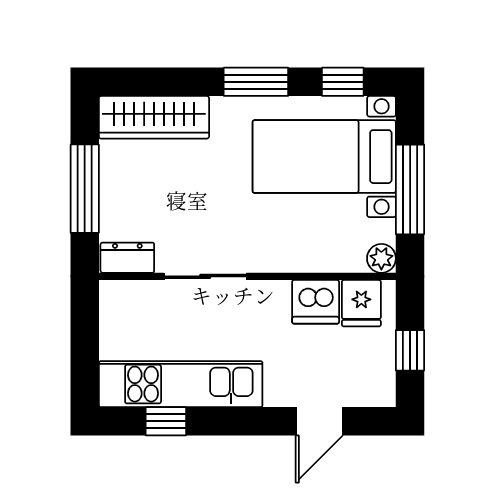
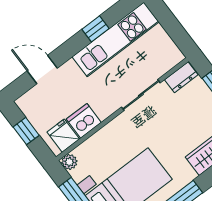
window: (166, 421) -> (96, 29), moved
door: (319, 421) -> (42, 70), hinge flipped

